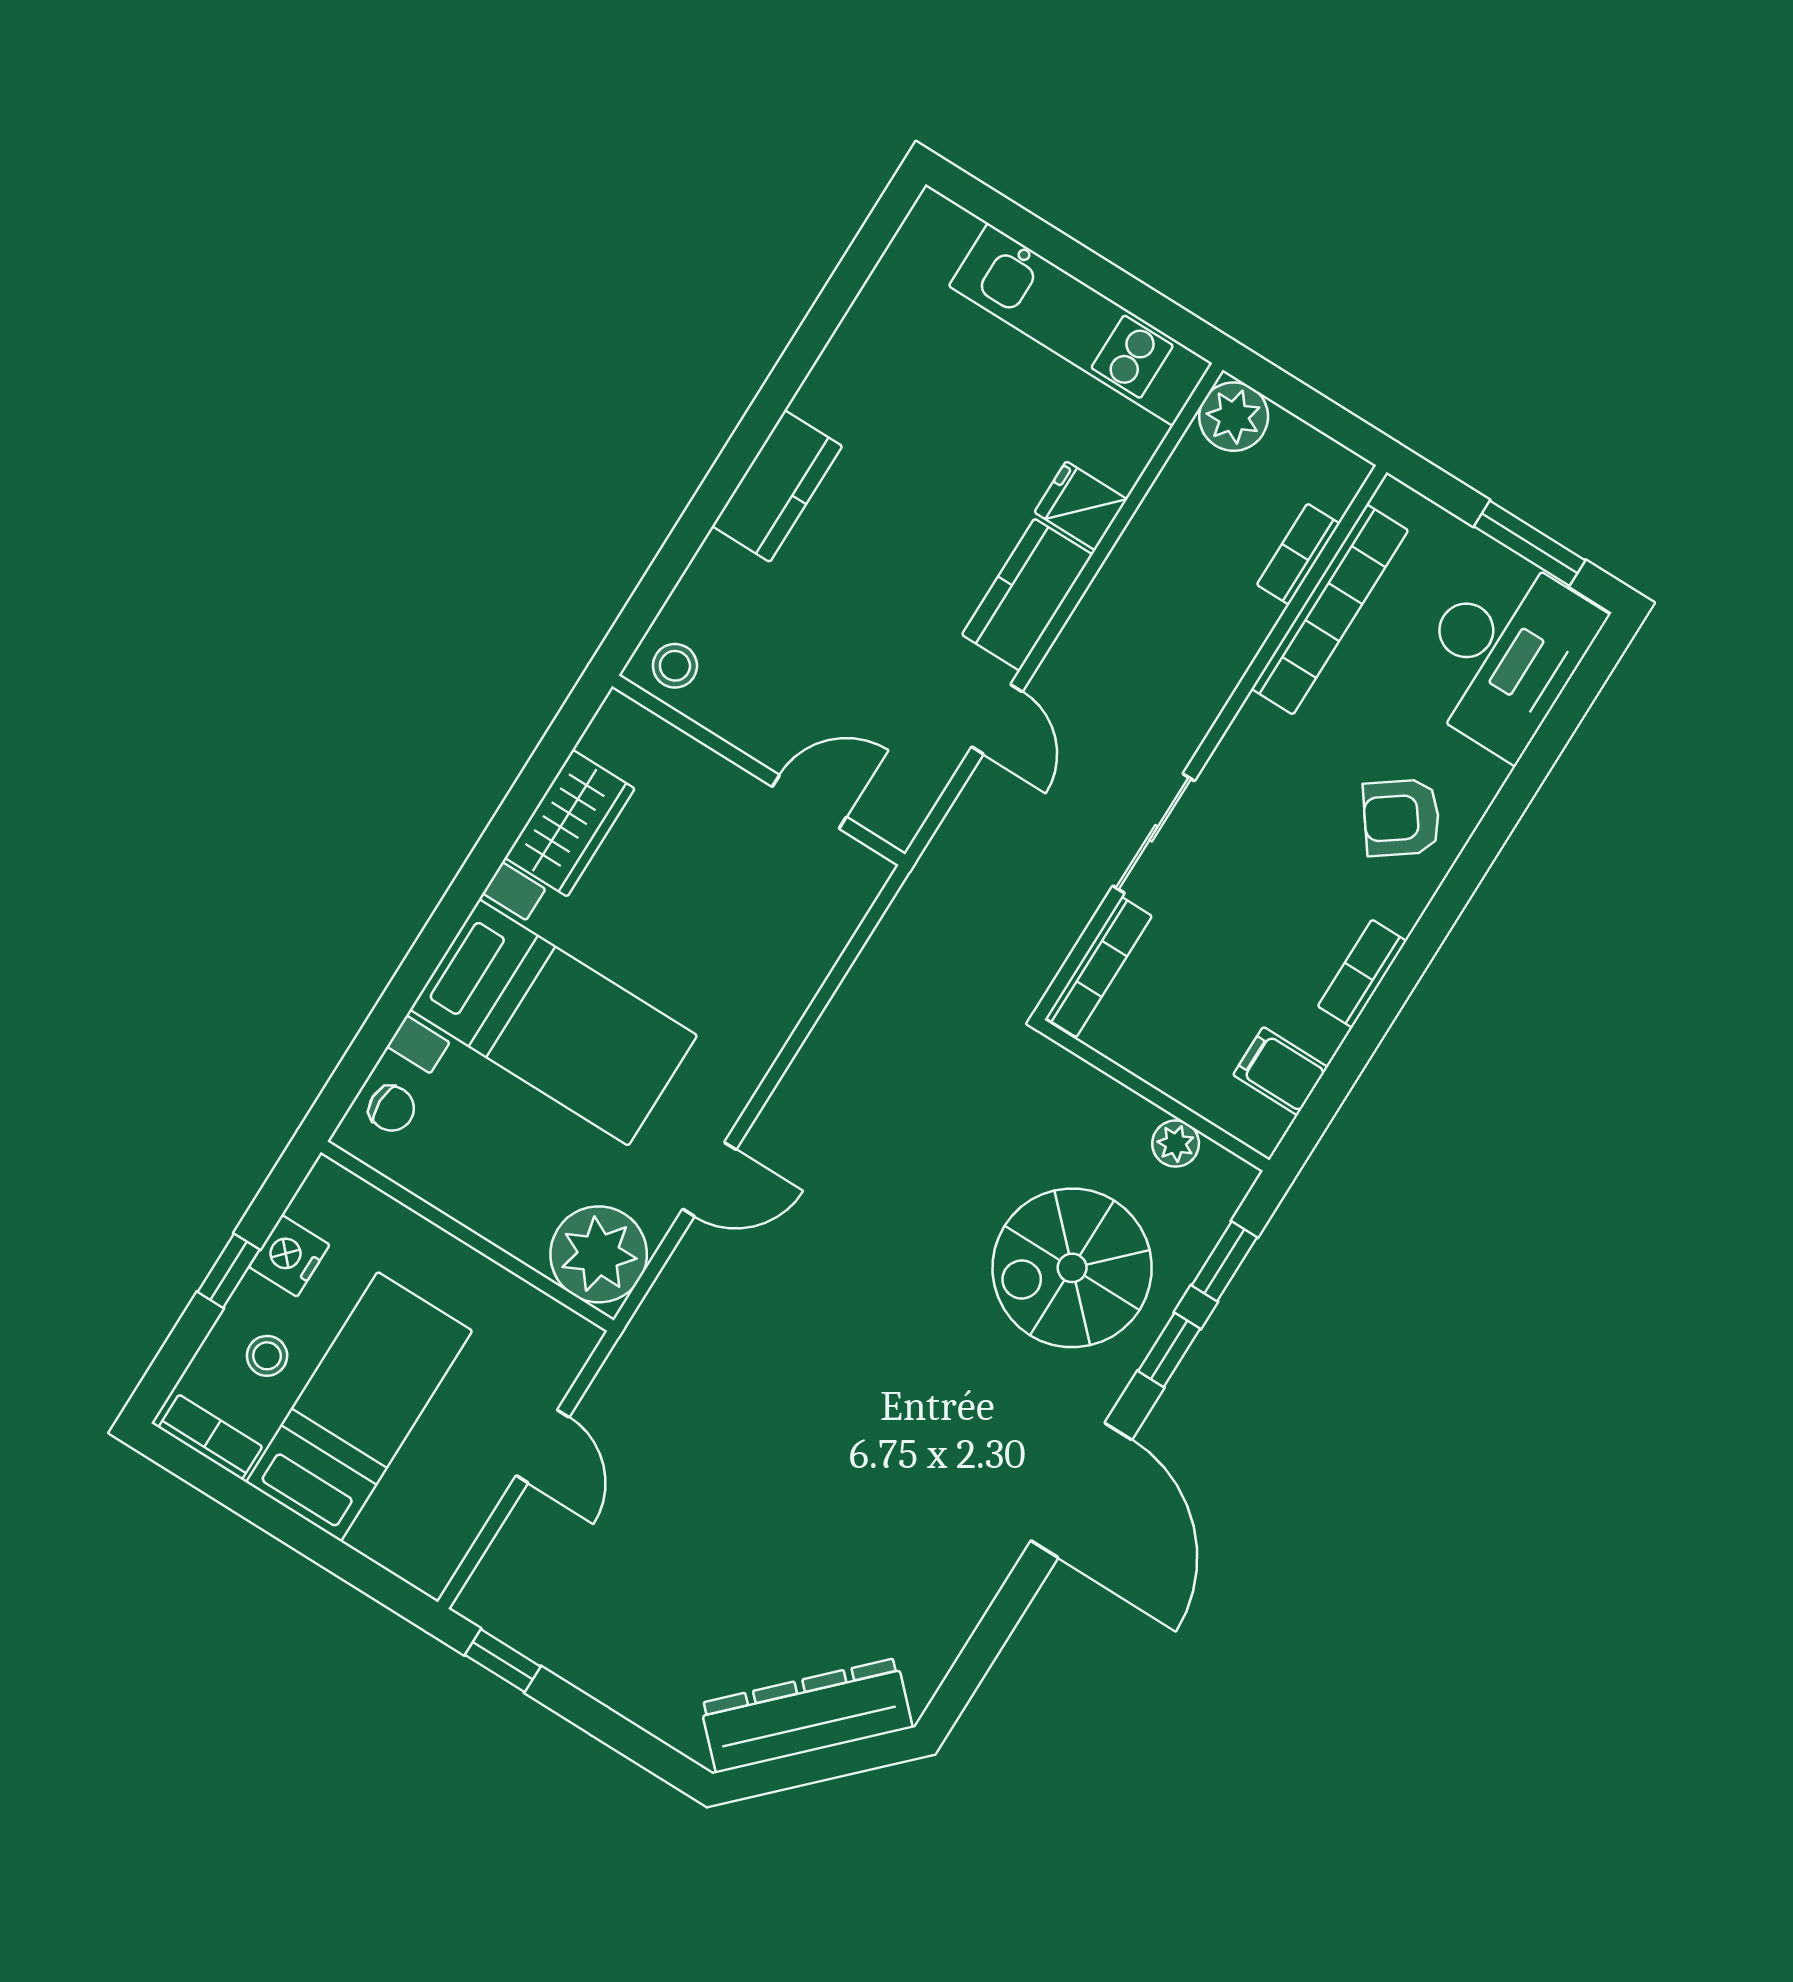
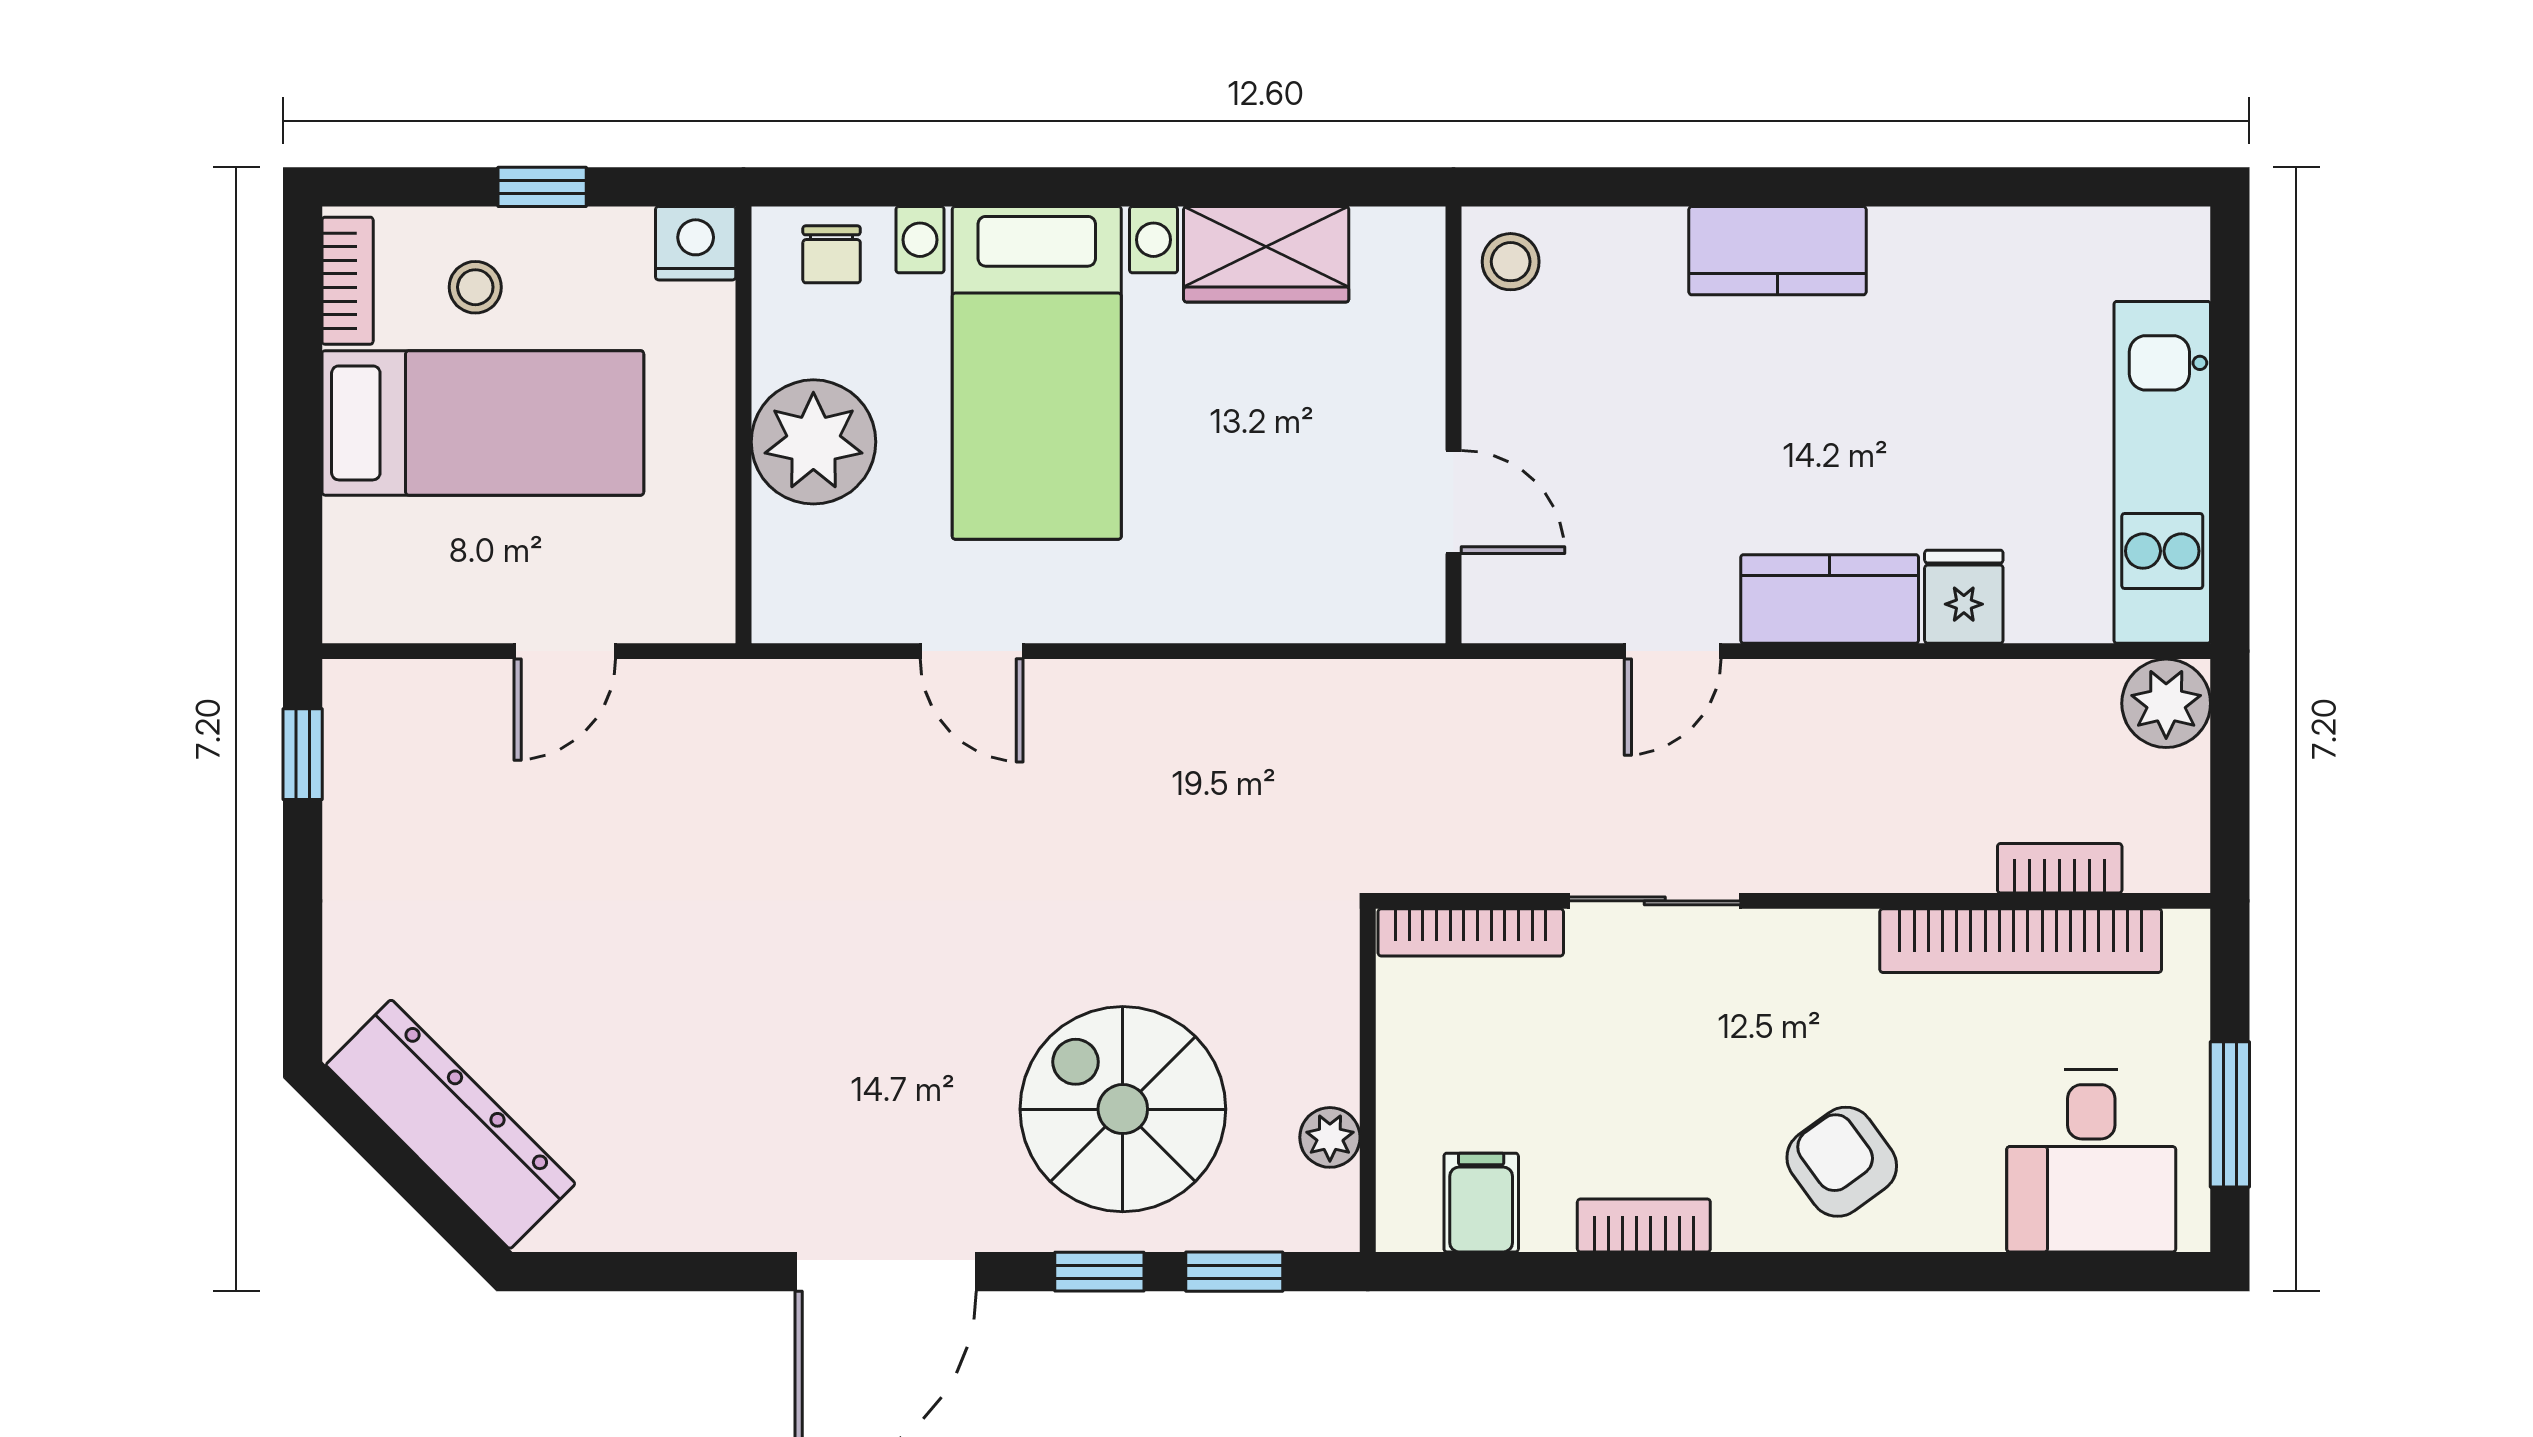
desk: (1503, 654) -> (2091, 1161), width x0.73
plant: (599, 1254) -> (813, 442), moved
nightstand: (289, 1256) -> (696, 243), moved

